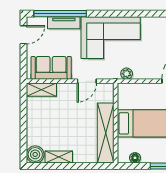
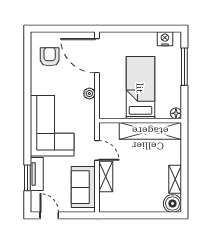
window: (60, 14) -> (27, 178), width x0.47
plant: (127, 74) -> (89, 94), moved
shelving: (41, 90) -> (106, 176), moved
floor lamp: (135, 158) -> (176, 113), moved

